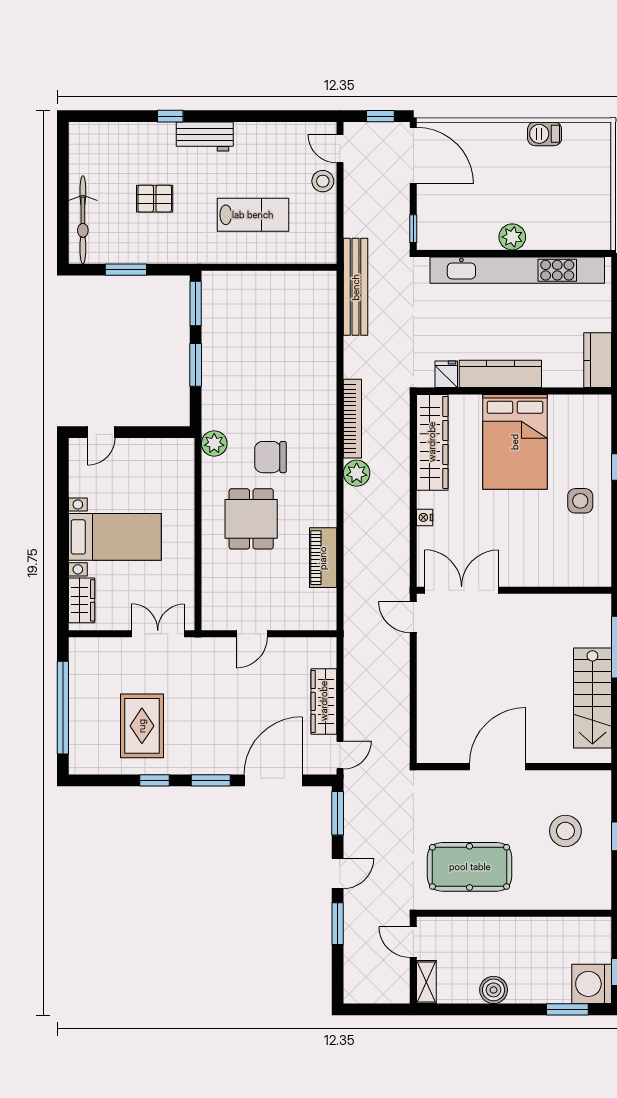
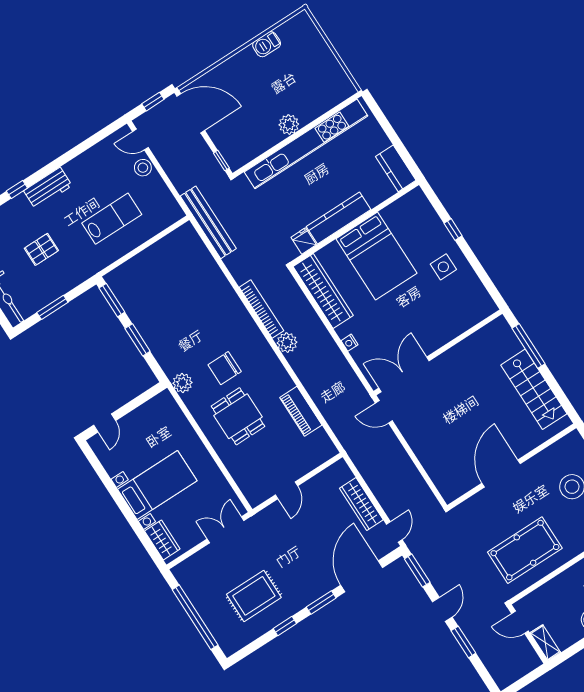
rug: (142, 726) -> (254, 596), turned 90

